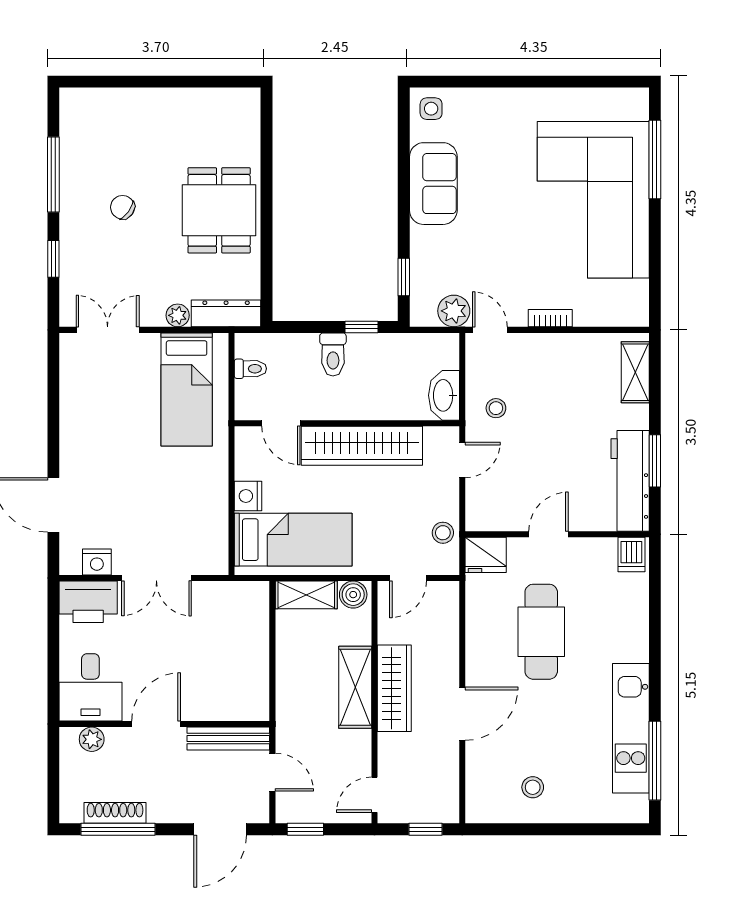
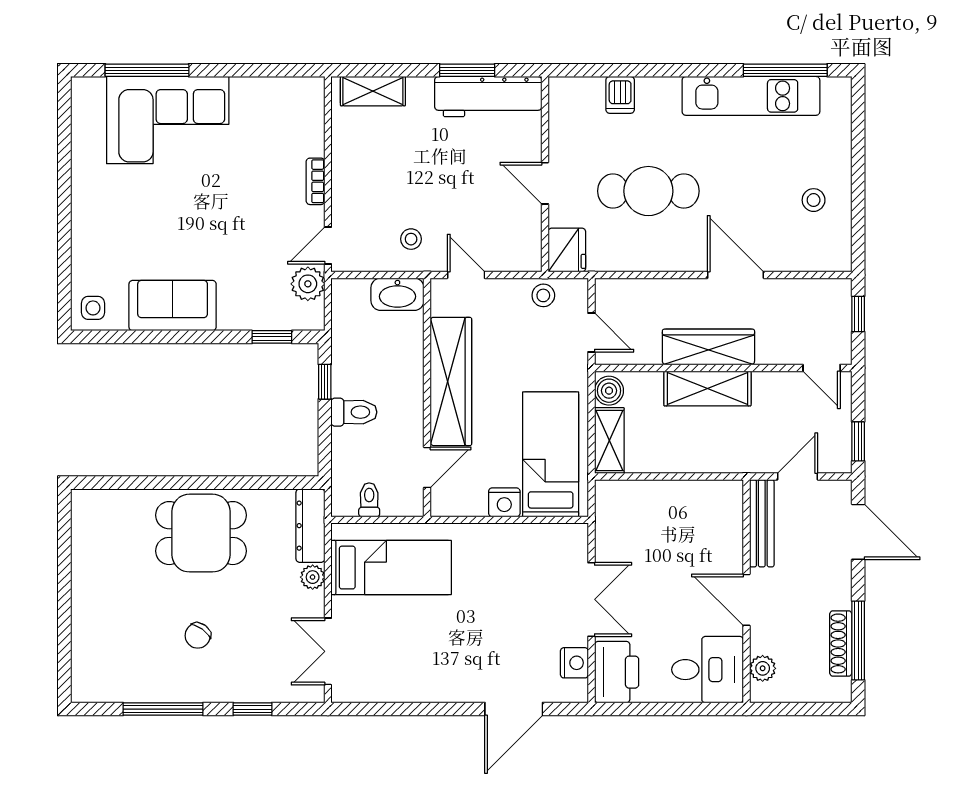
corner sofa: (593, 200) -> (168, 120), width x0.73, depth x0.74
dishwasher: (631, 554) -> (620, 95), moved, turned 90

